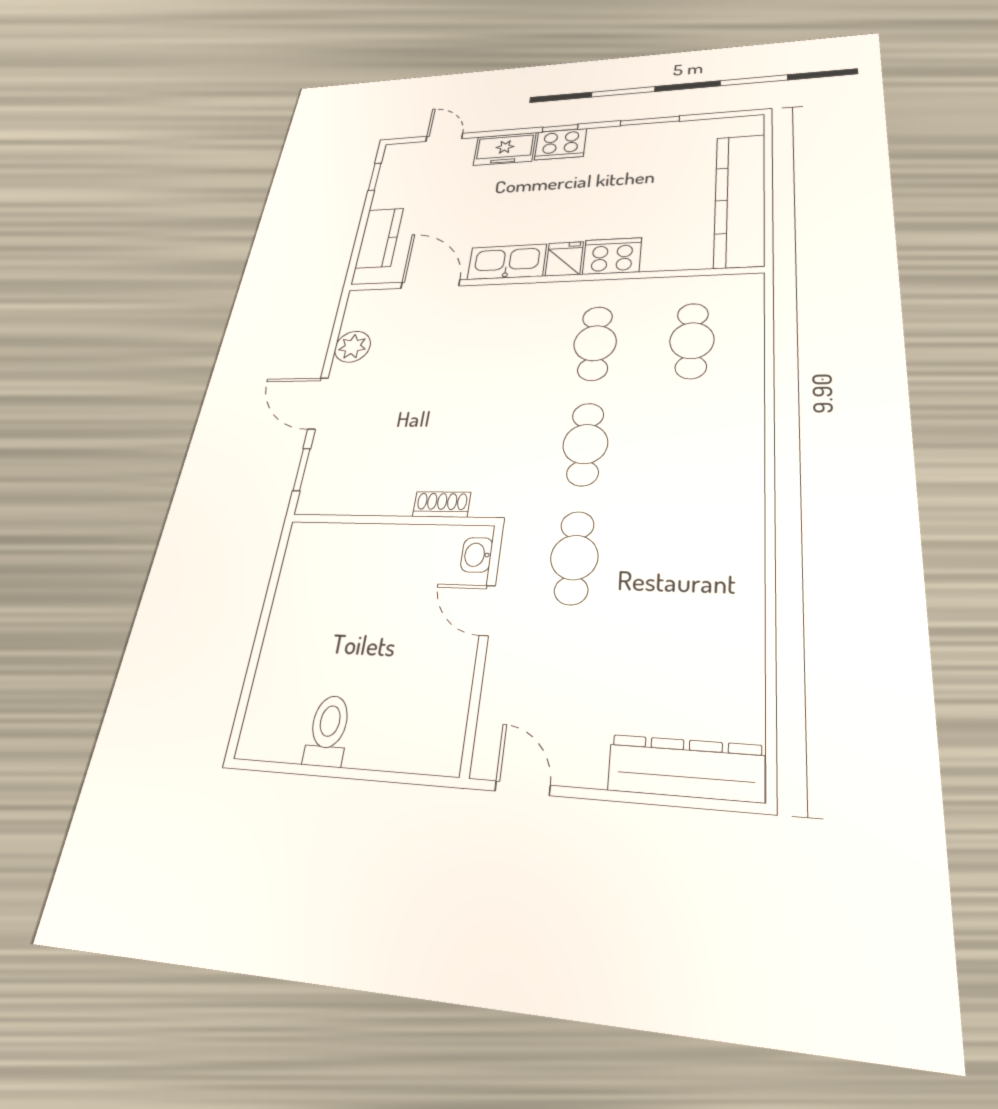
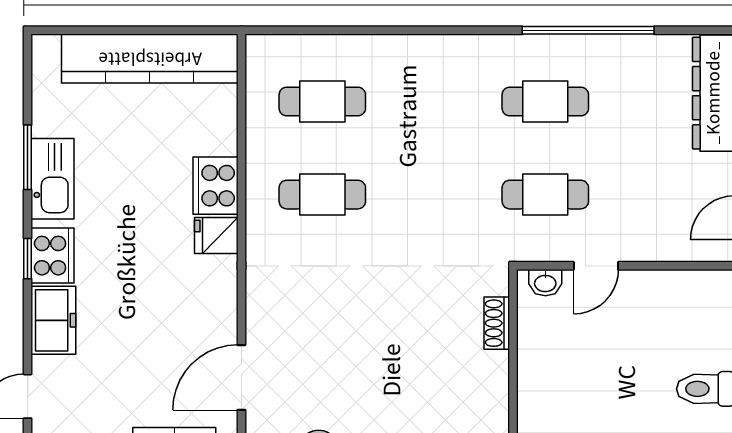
kitchen sink: (507, 262) -> (53, 179), moved, turned 180
cafe table: (585, 444) -> (545, 102), moved
window: (770, 613) -> (588, 30), added

